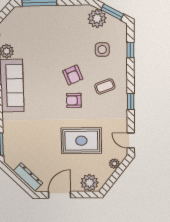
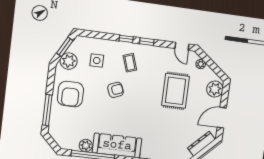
window: (130, 50) -> (126, 39), moved
armchair: (74, 100) -> (70, 94), moved, width x1.88, depth x1.88
door: (131, 140) -> (182, 46), hinge flipped
door: (60, 195) -> (222, 118), hinge flipped

